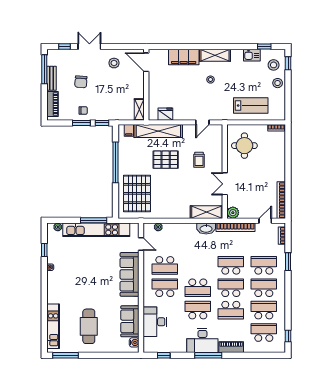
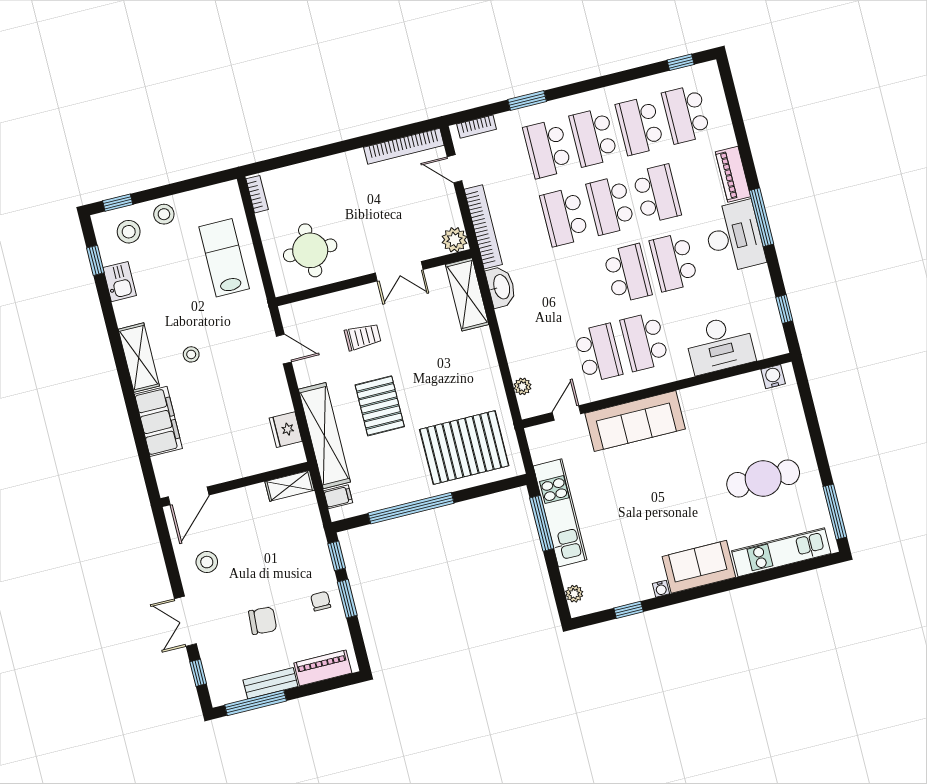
kitchen unit: (96, 230) -> (560, 513), width x0.73
sofa: (130, 321) -> (699, 567), moved, turned 180

